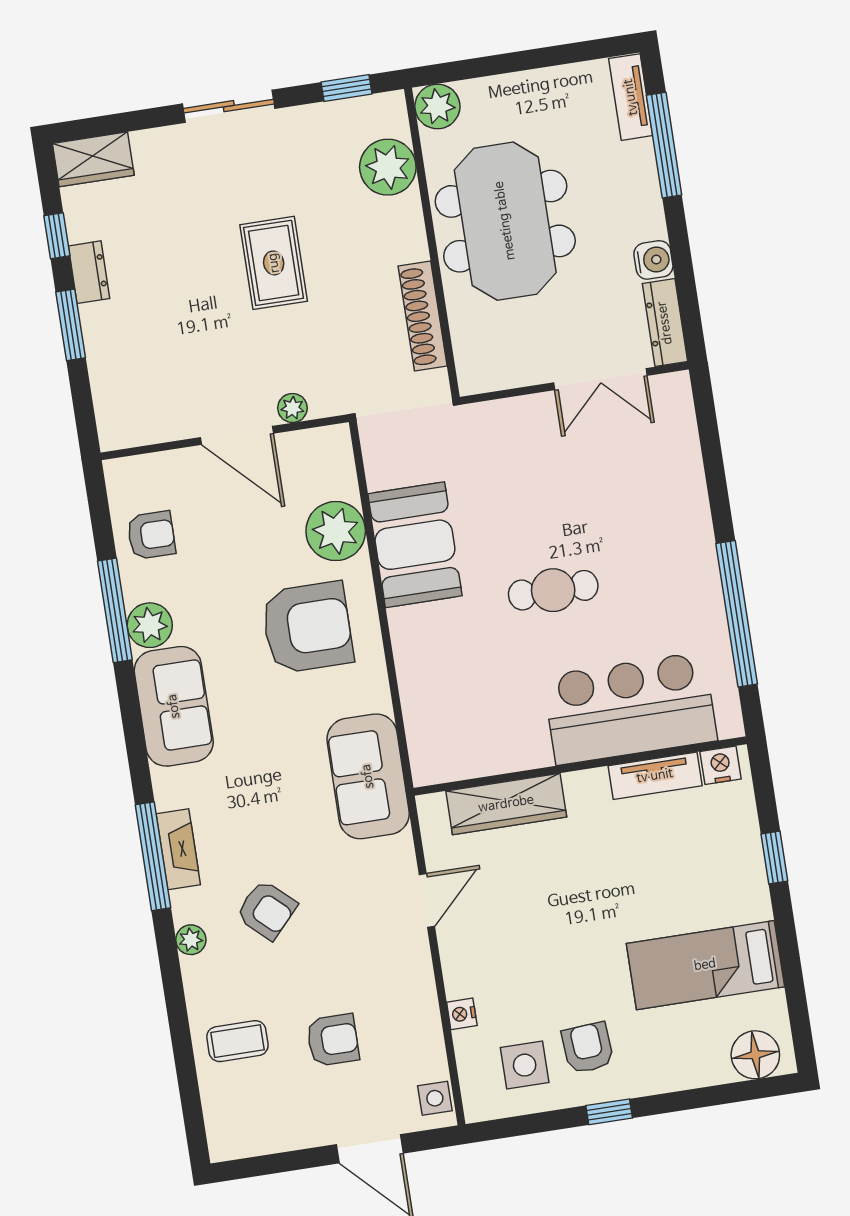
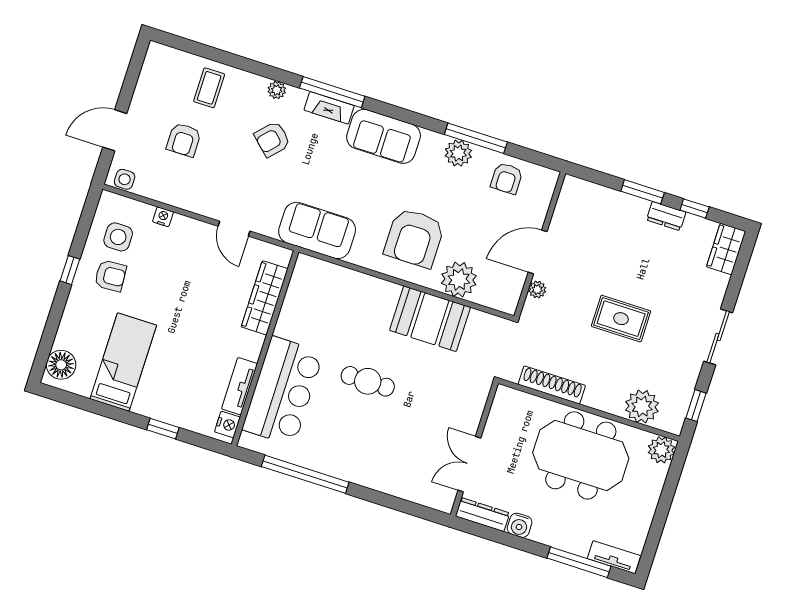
cafe table: (553, 590) -> (368, 381), turned 90
sofa: (174, 706) -> (384, 136), moved

